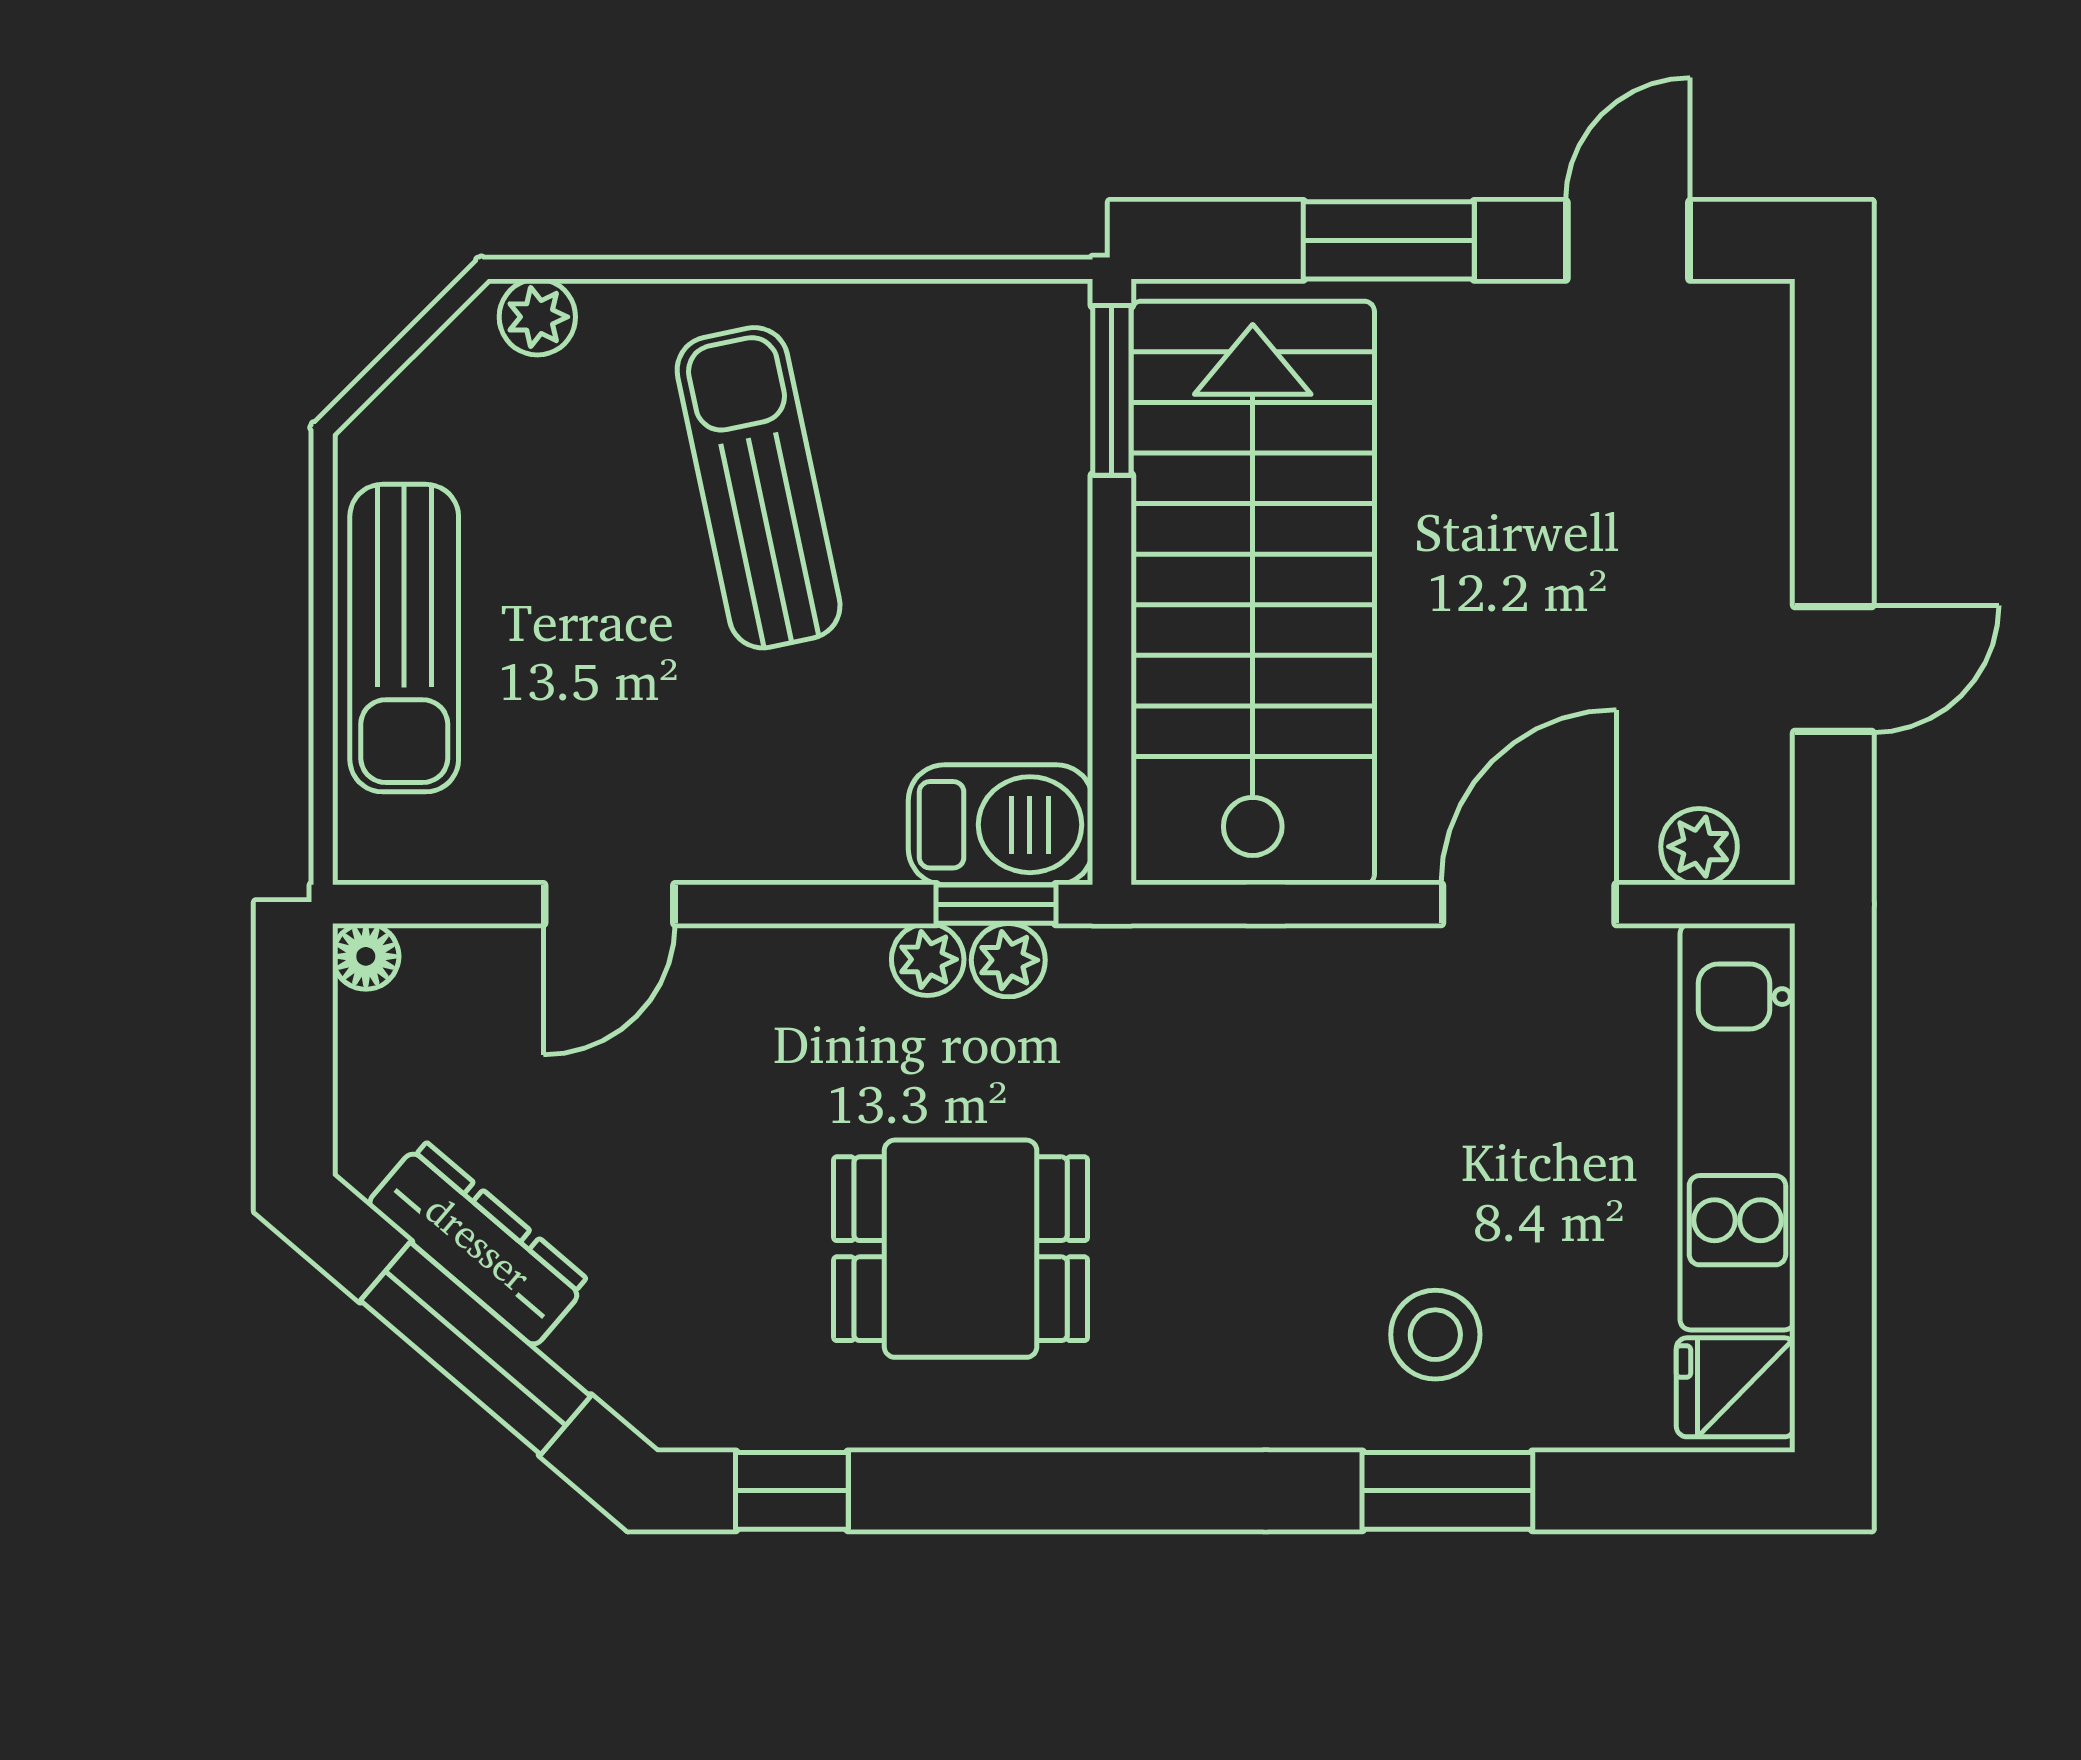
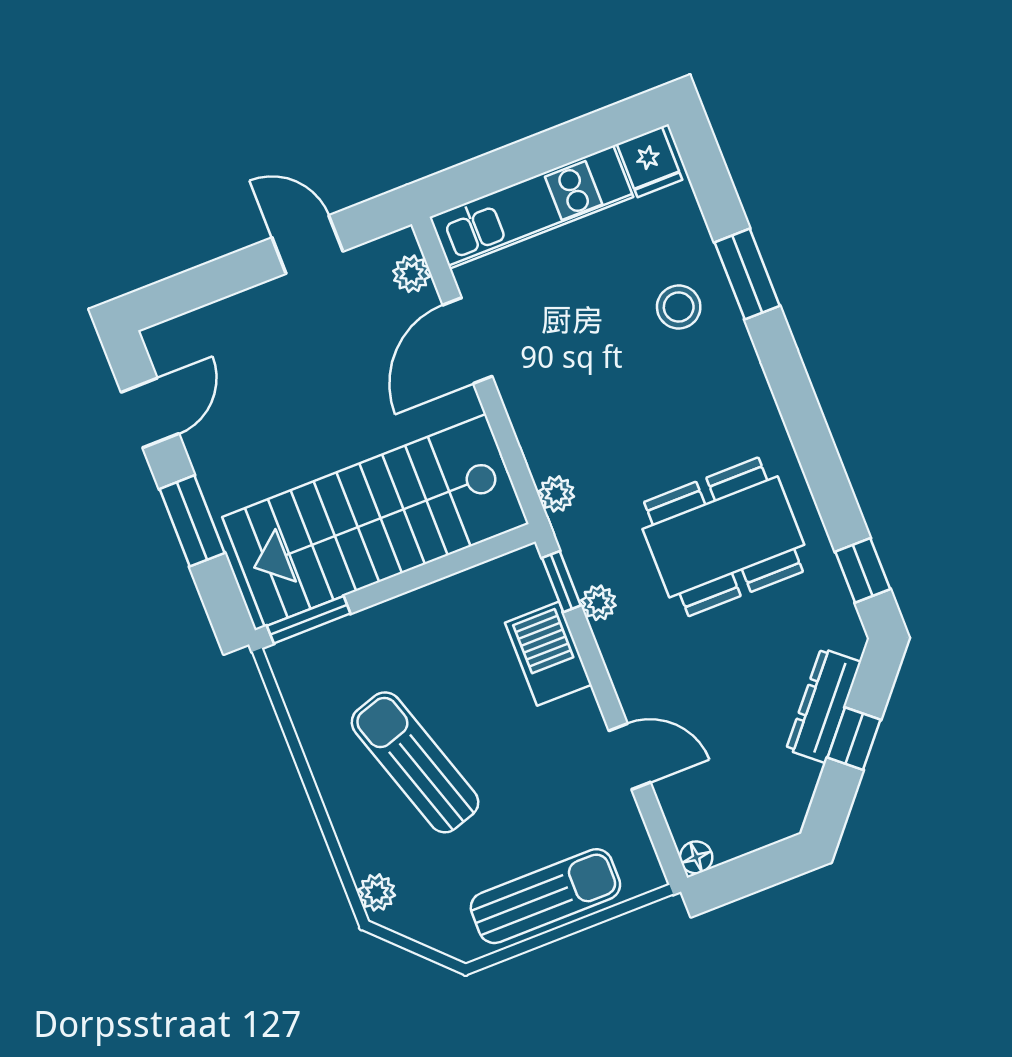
door: (1628, 240) -> (150, 413), swing flipped
sun lounger: (759, 488) -> (415, 762), turned 84
barbecue: (1000, 825) -> (548, 654), moved
door: (1529, 904) -> (467, 341), hinge flipped
plant: (1008, 960) -> (556, 494), moved
dresser: (478, 1243) -> (823, 706), moved
dining table: (961, 1249) -> (723, 537), width x1.38
window: (476, 1348) -> (854, 739), width x0.46

